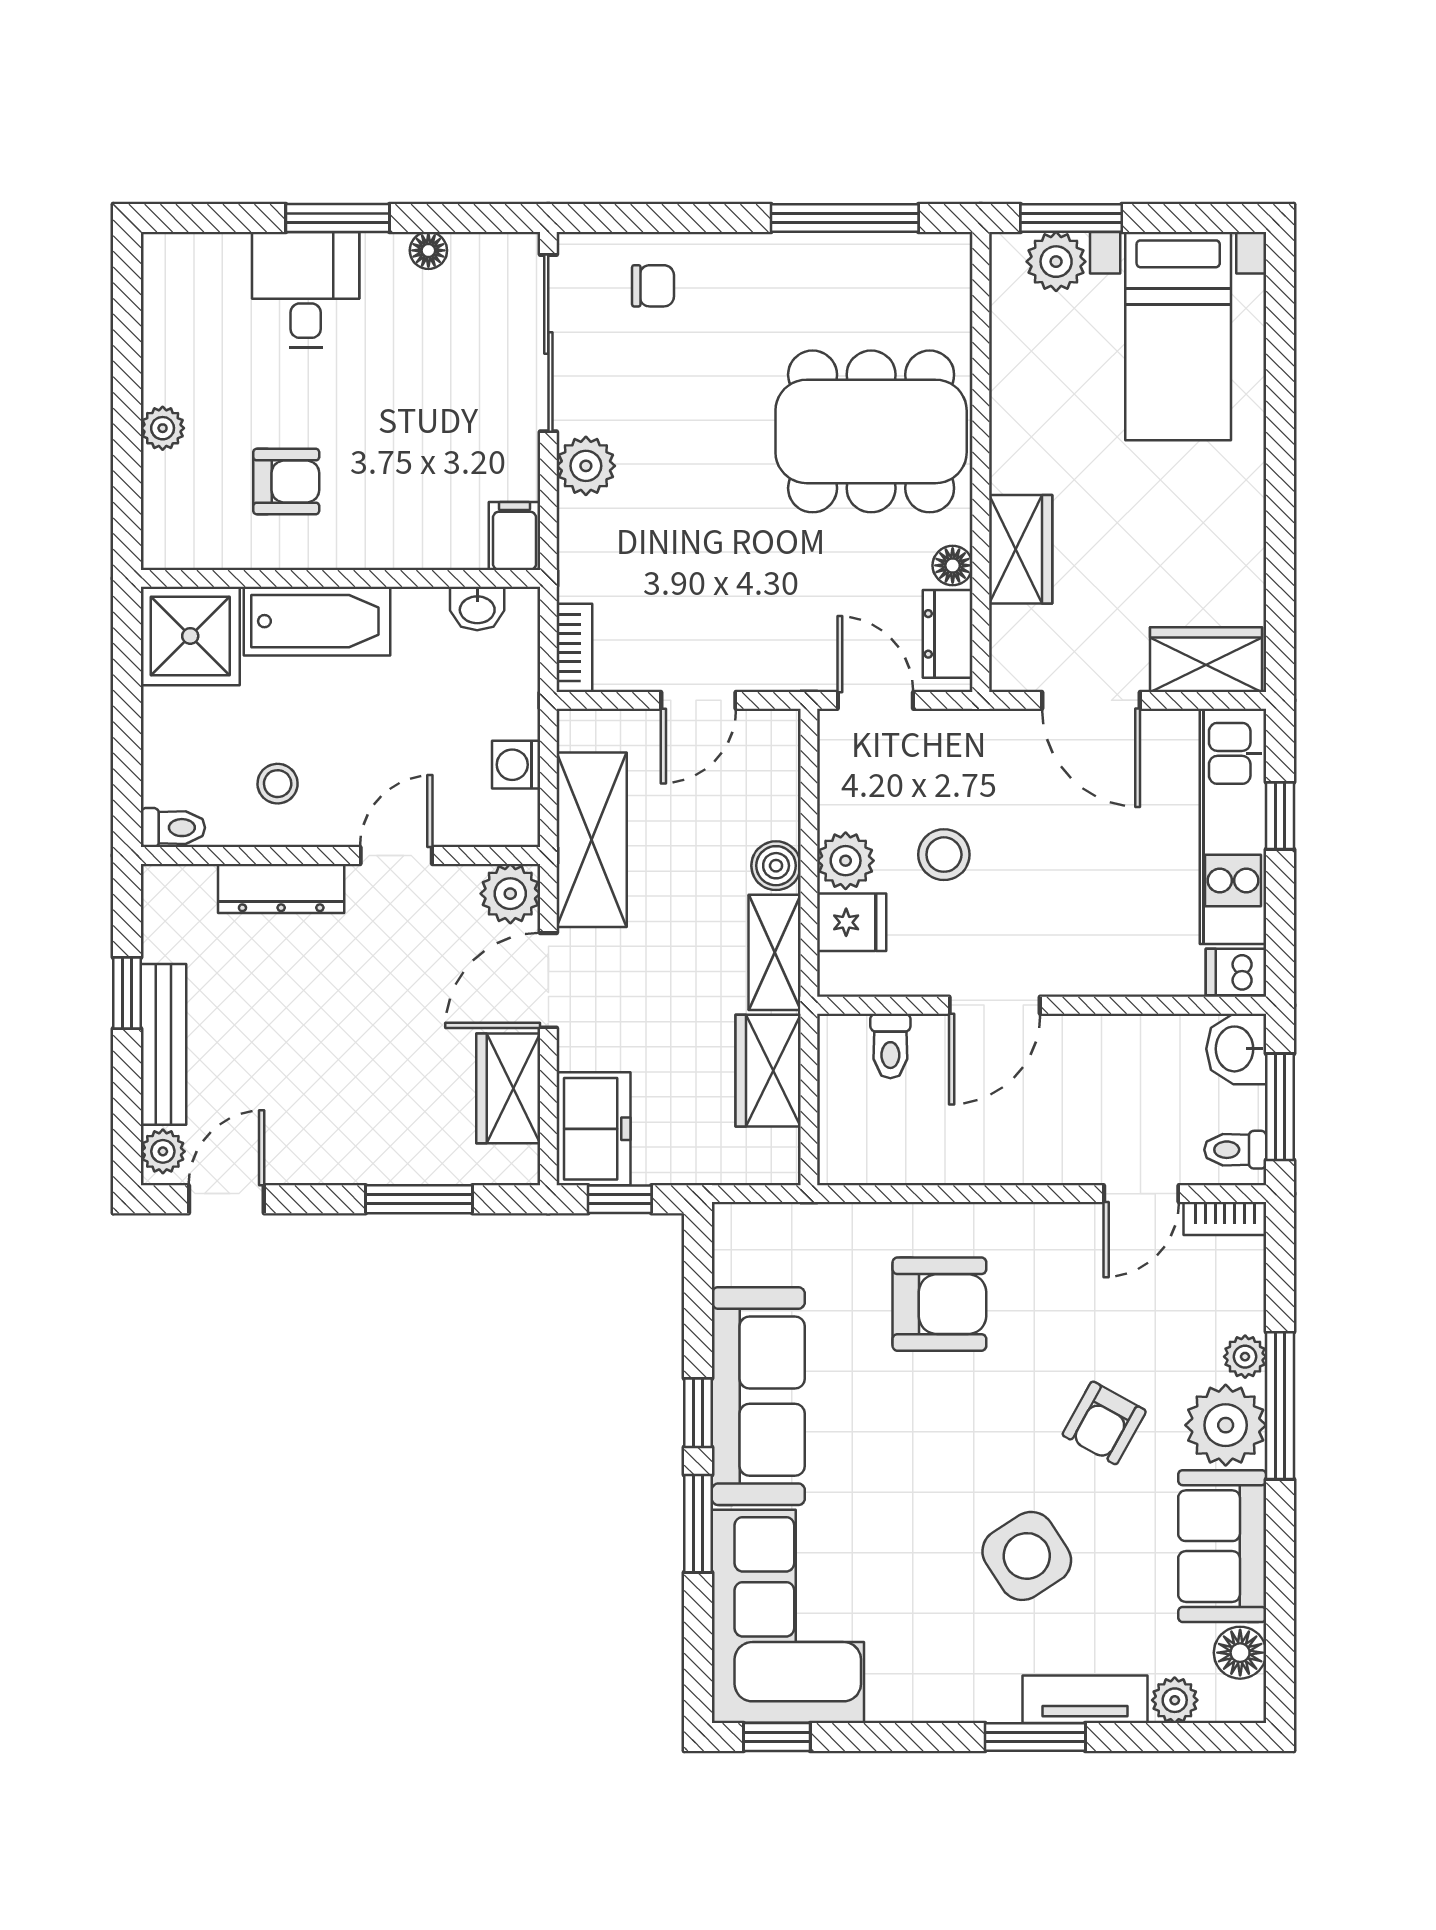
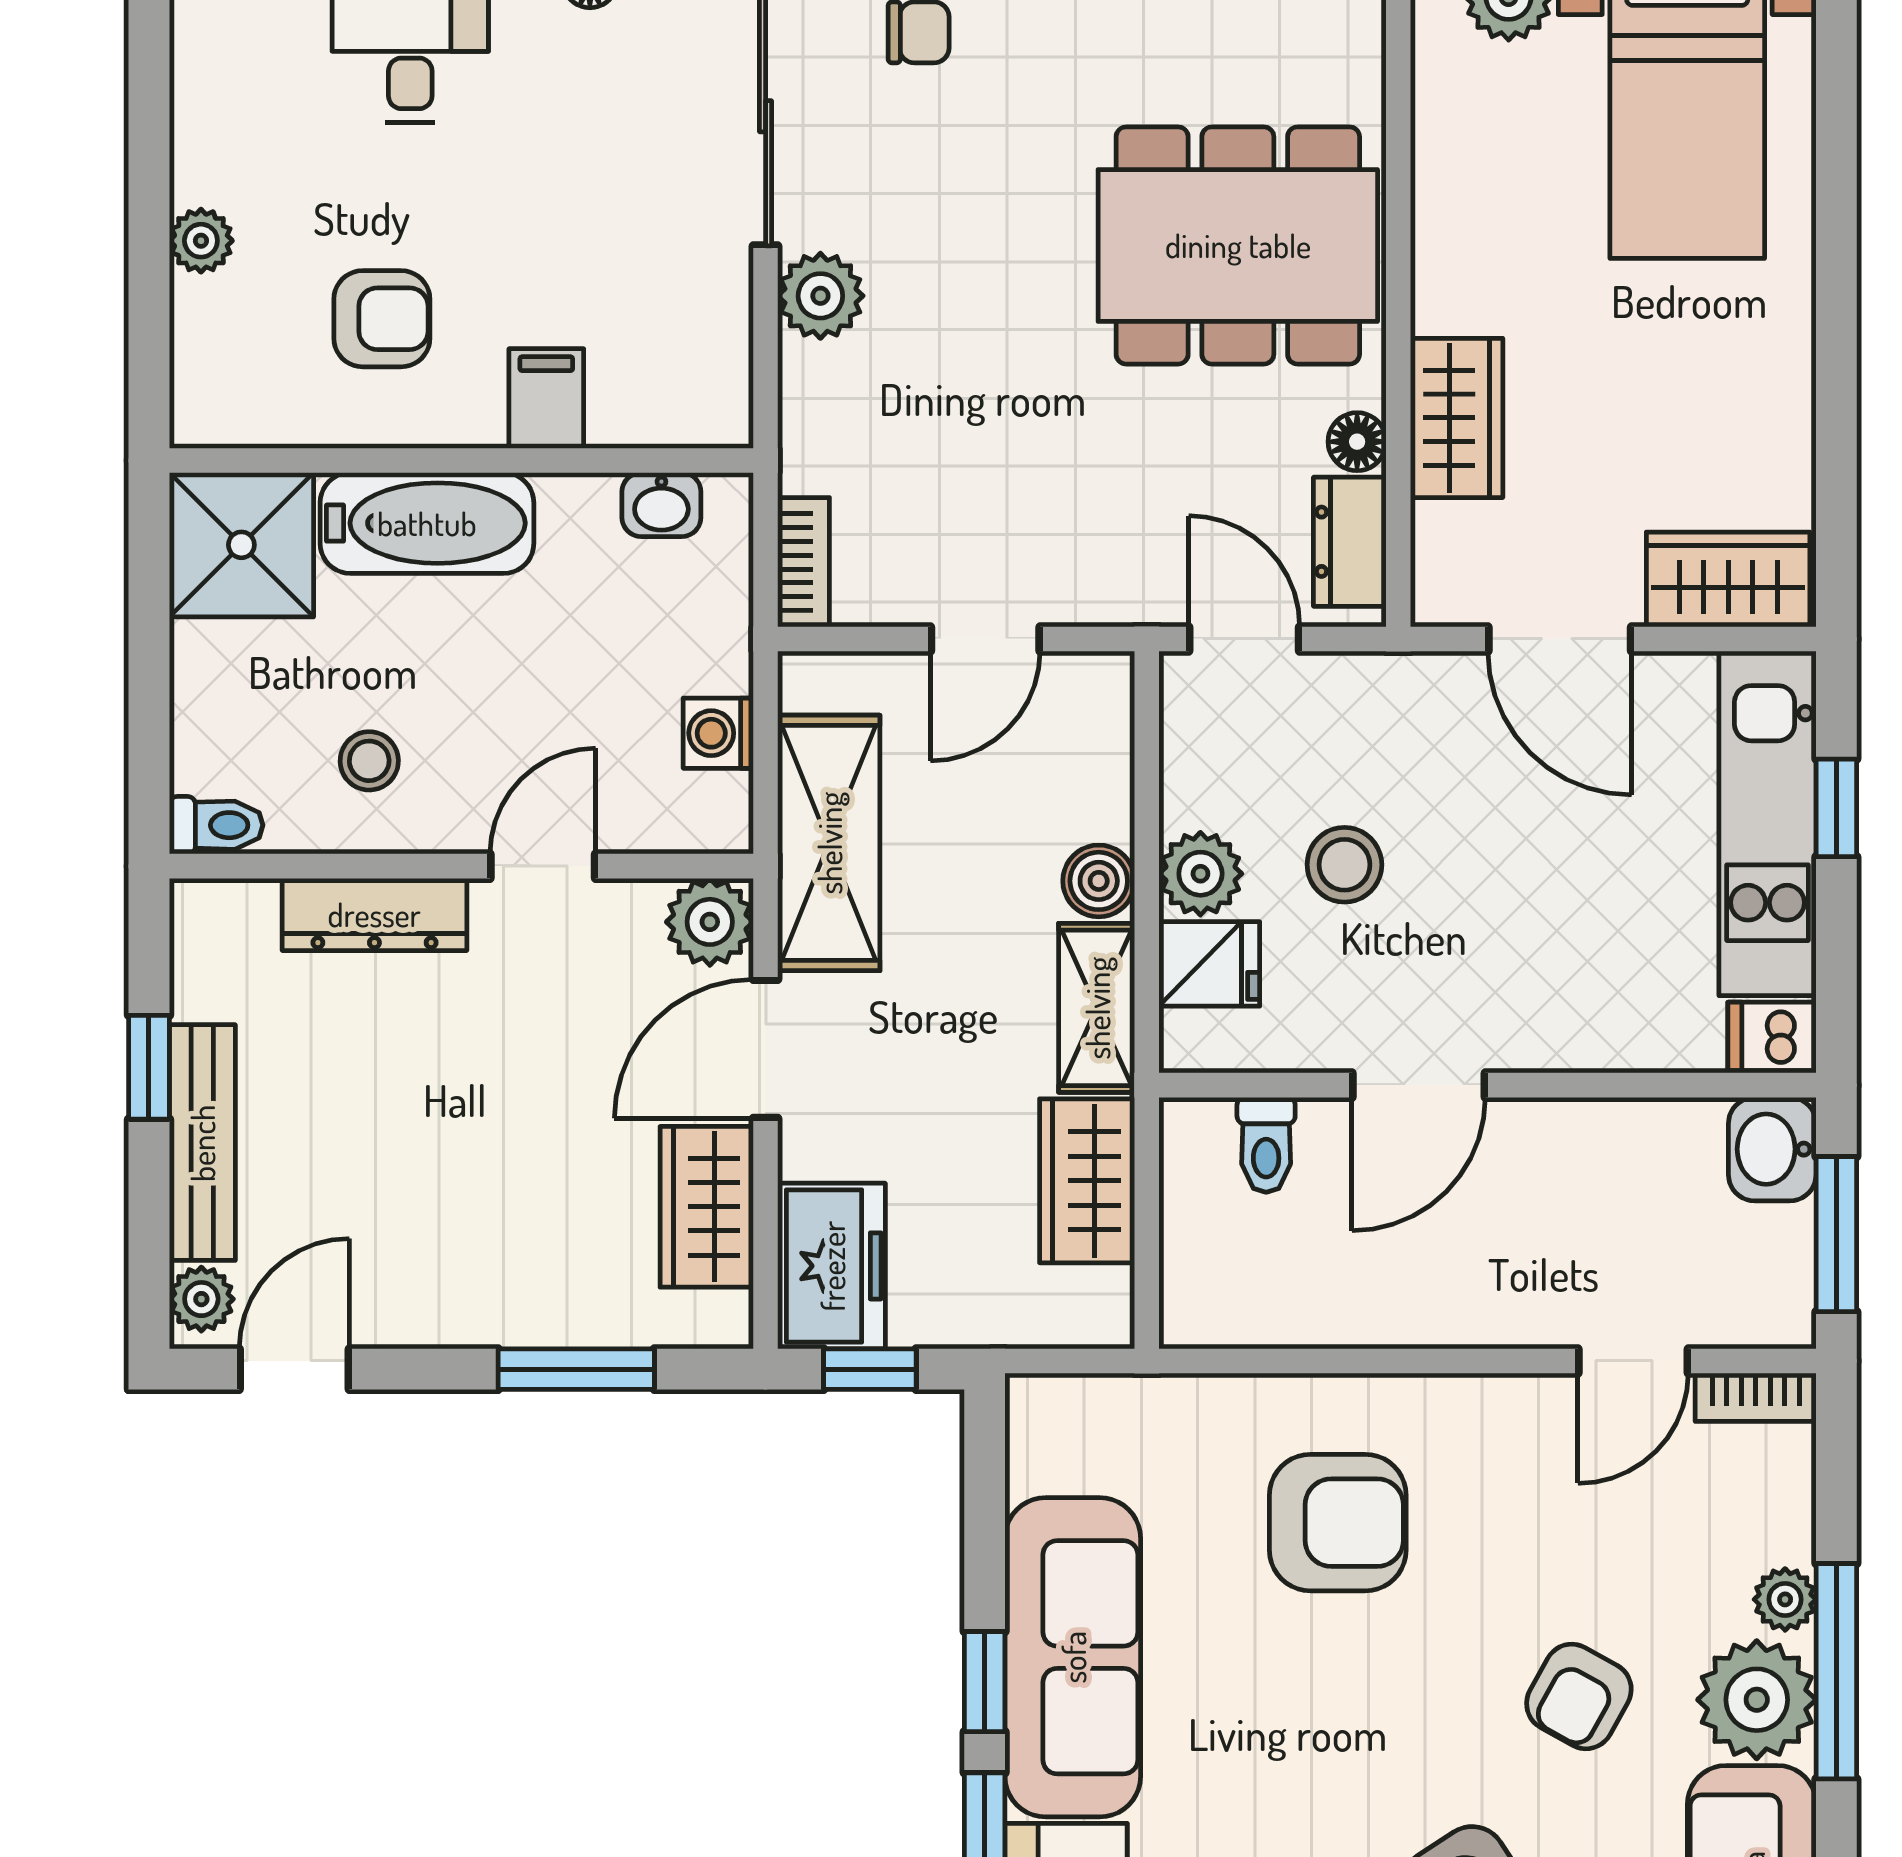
filing cabinet: (515, 536) -> (546, 399), moved
toilet: (1235, 1150) -> (1771, 1297), removed

